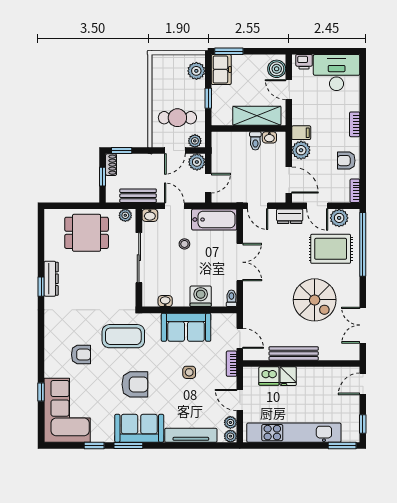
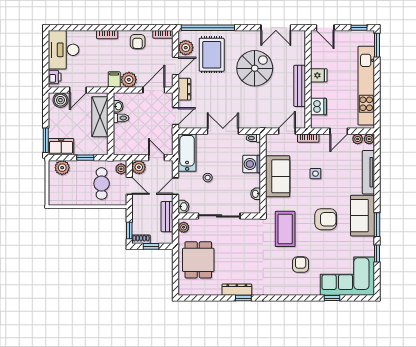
fridge: (288, 376) -> (319, 75), moved
armchair: (135, 384) -> (326, 219), turned 90

